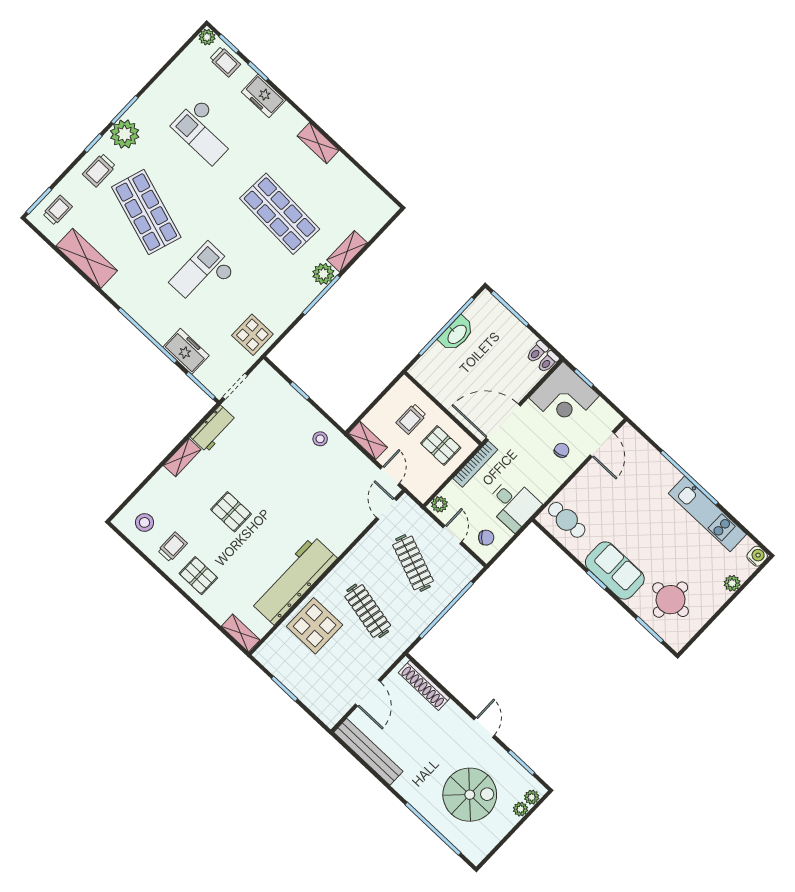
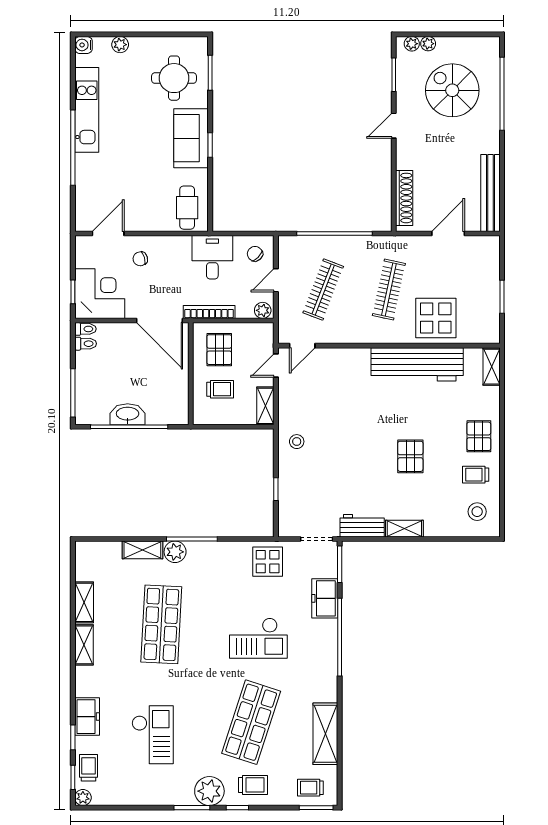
shelving: (349, 172) -> (84, 602), added

